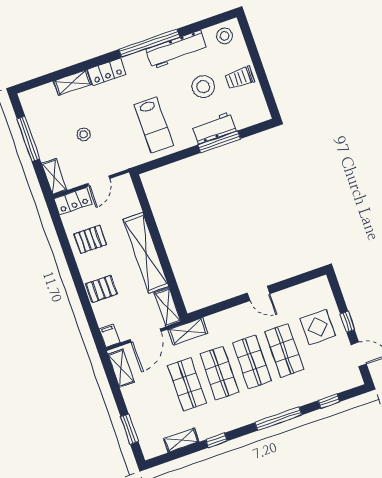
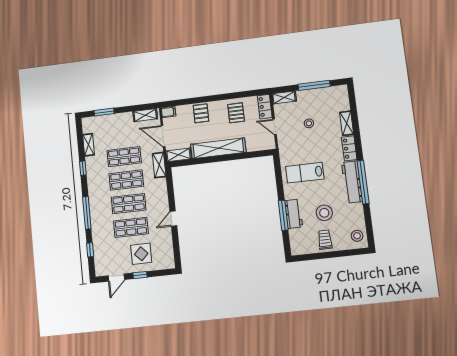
workbench: (177, 50) -> (352, 182), moved

